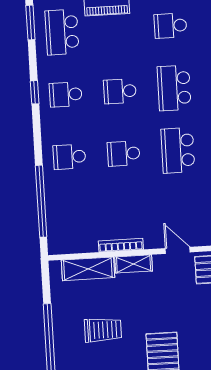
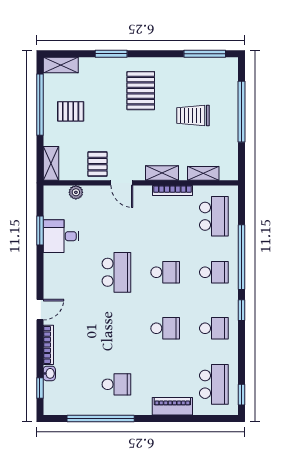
window: (30, 22) -> (242, 395), width x0.67
school desk: (174, 88) -> (214, 216), moved
window: (35, 92) -> (242, 310), moved
window: (41, 201) -> (242, 257), moved
shelving: (88, 269) -> (203, 173), width x0.67, depth x0.75

